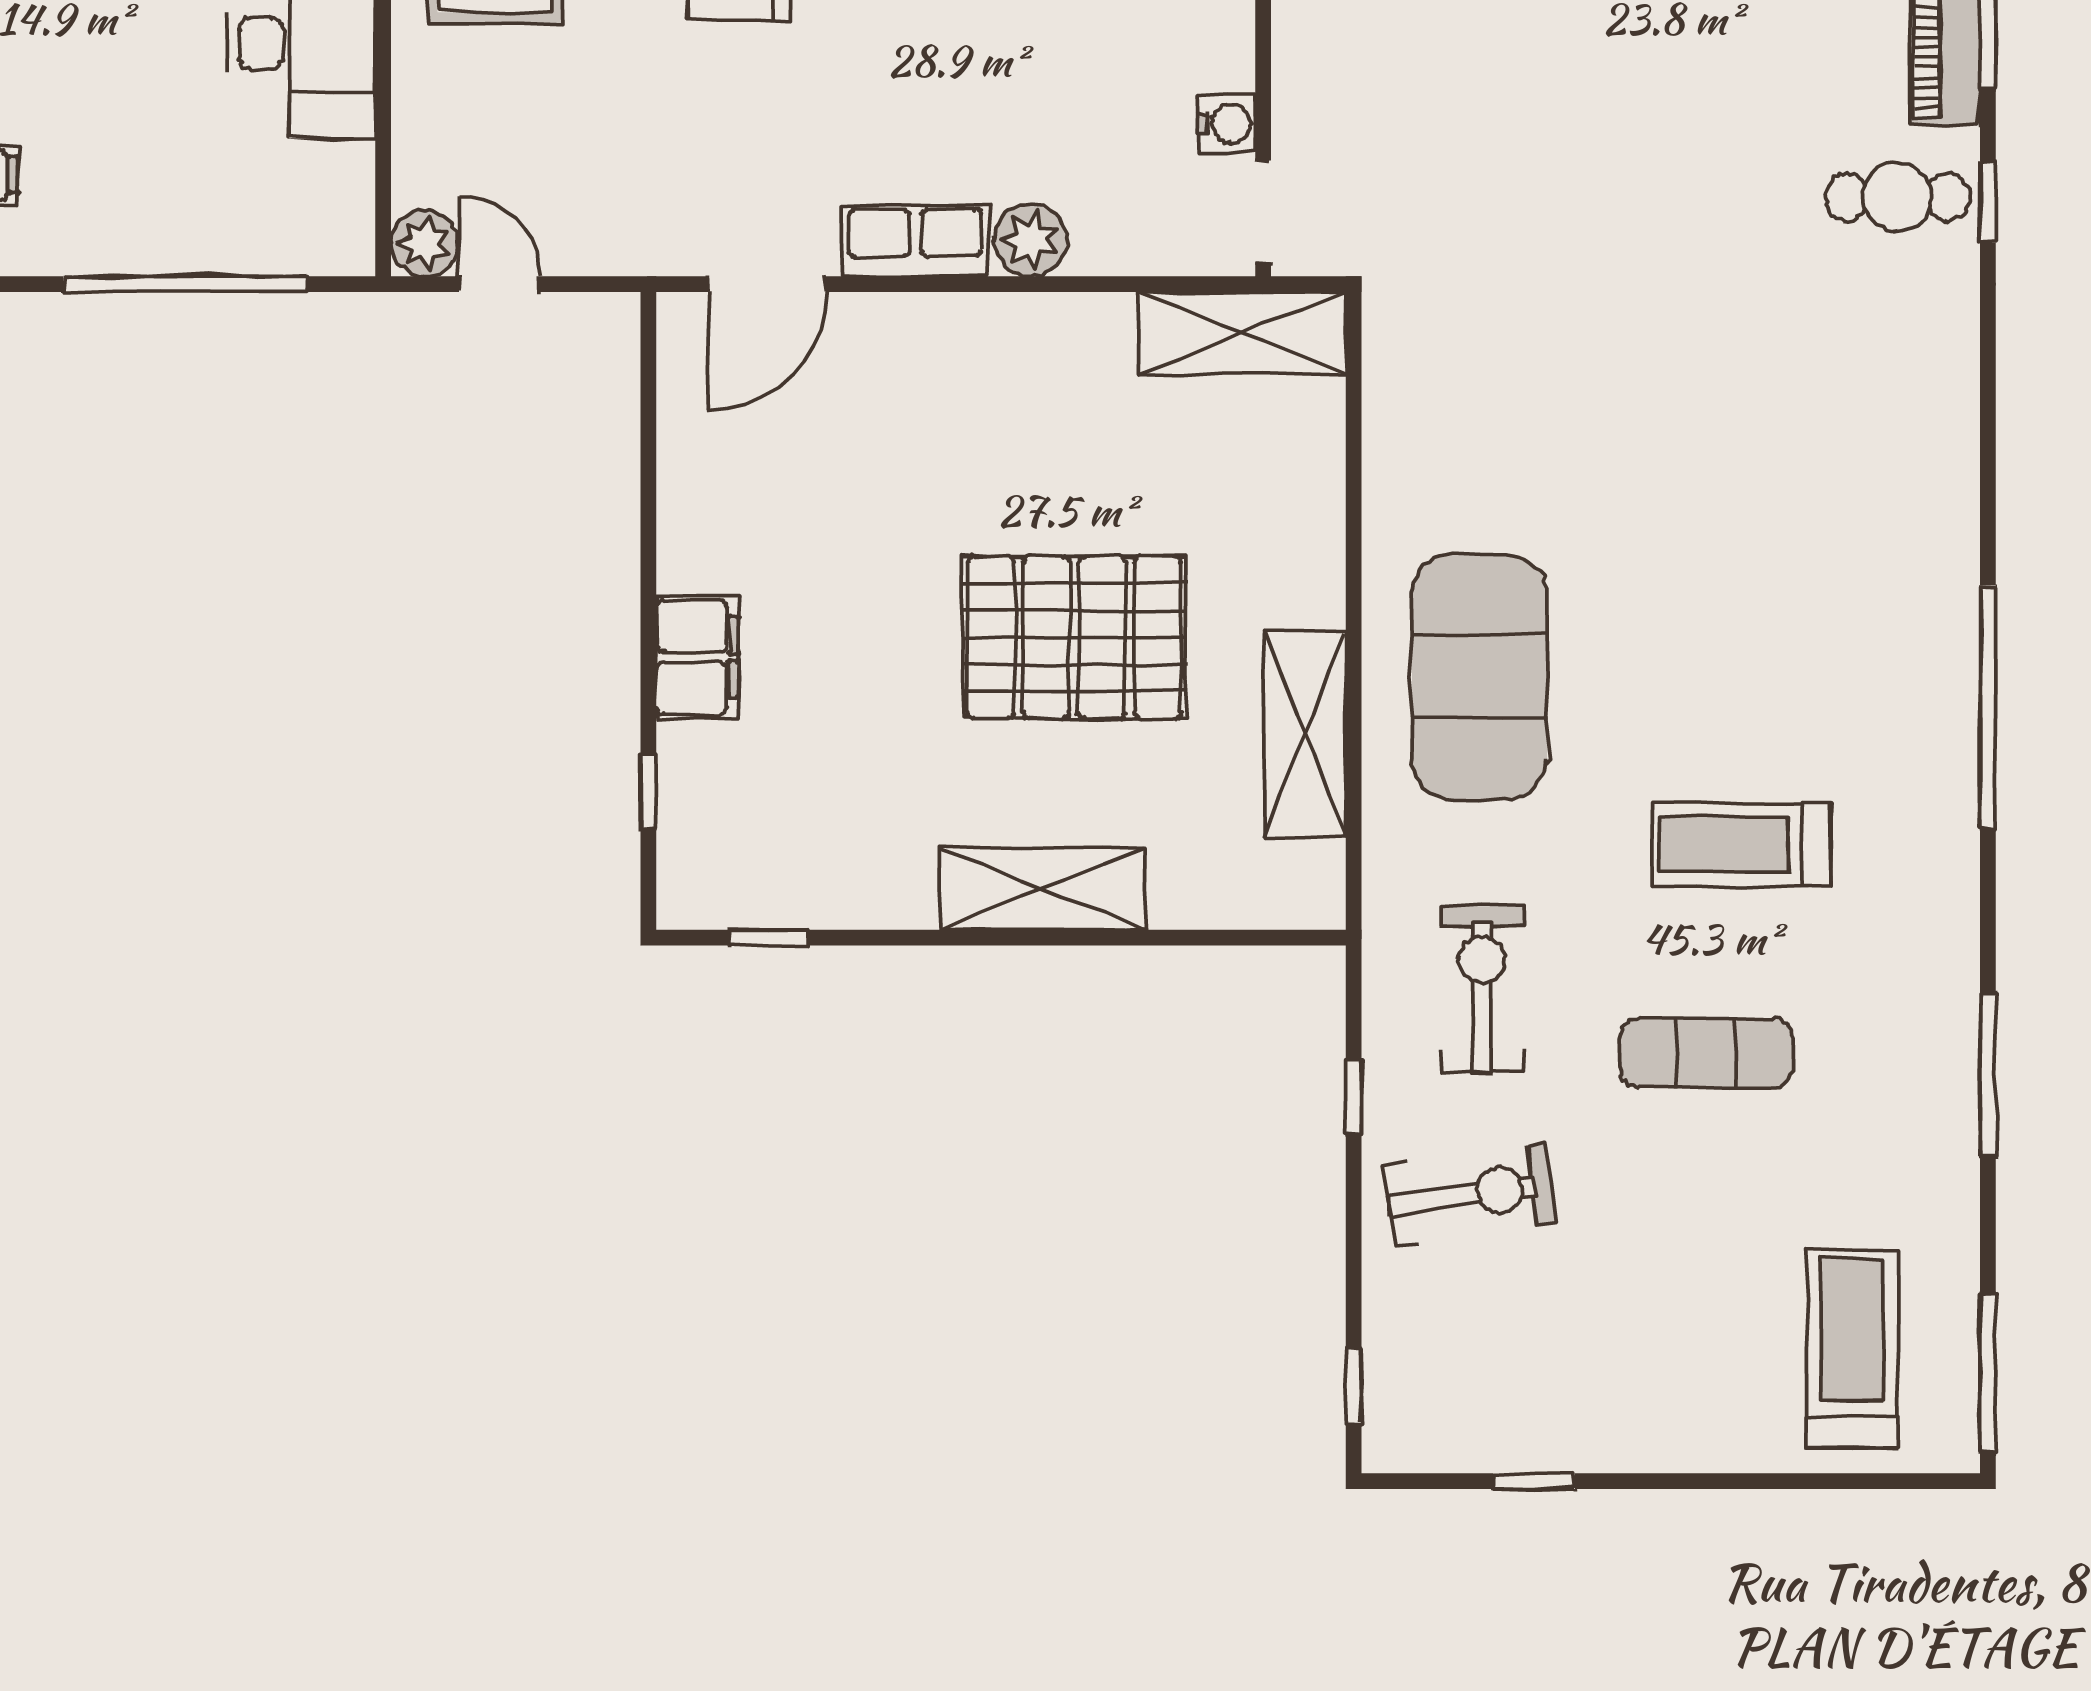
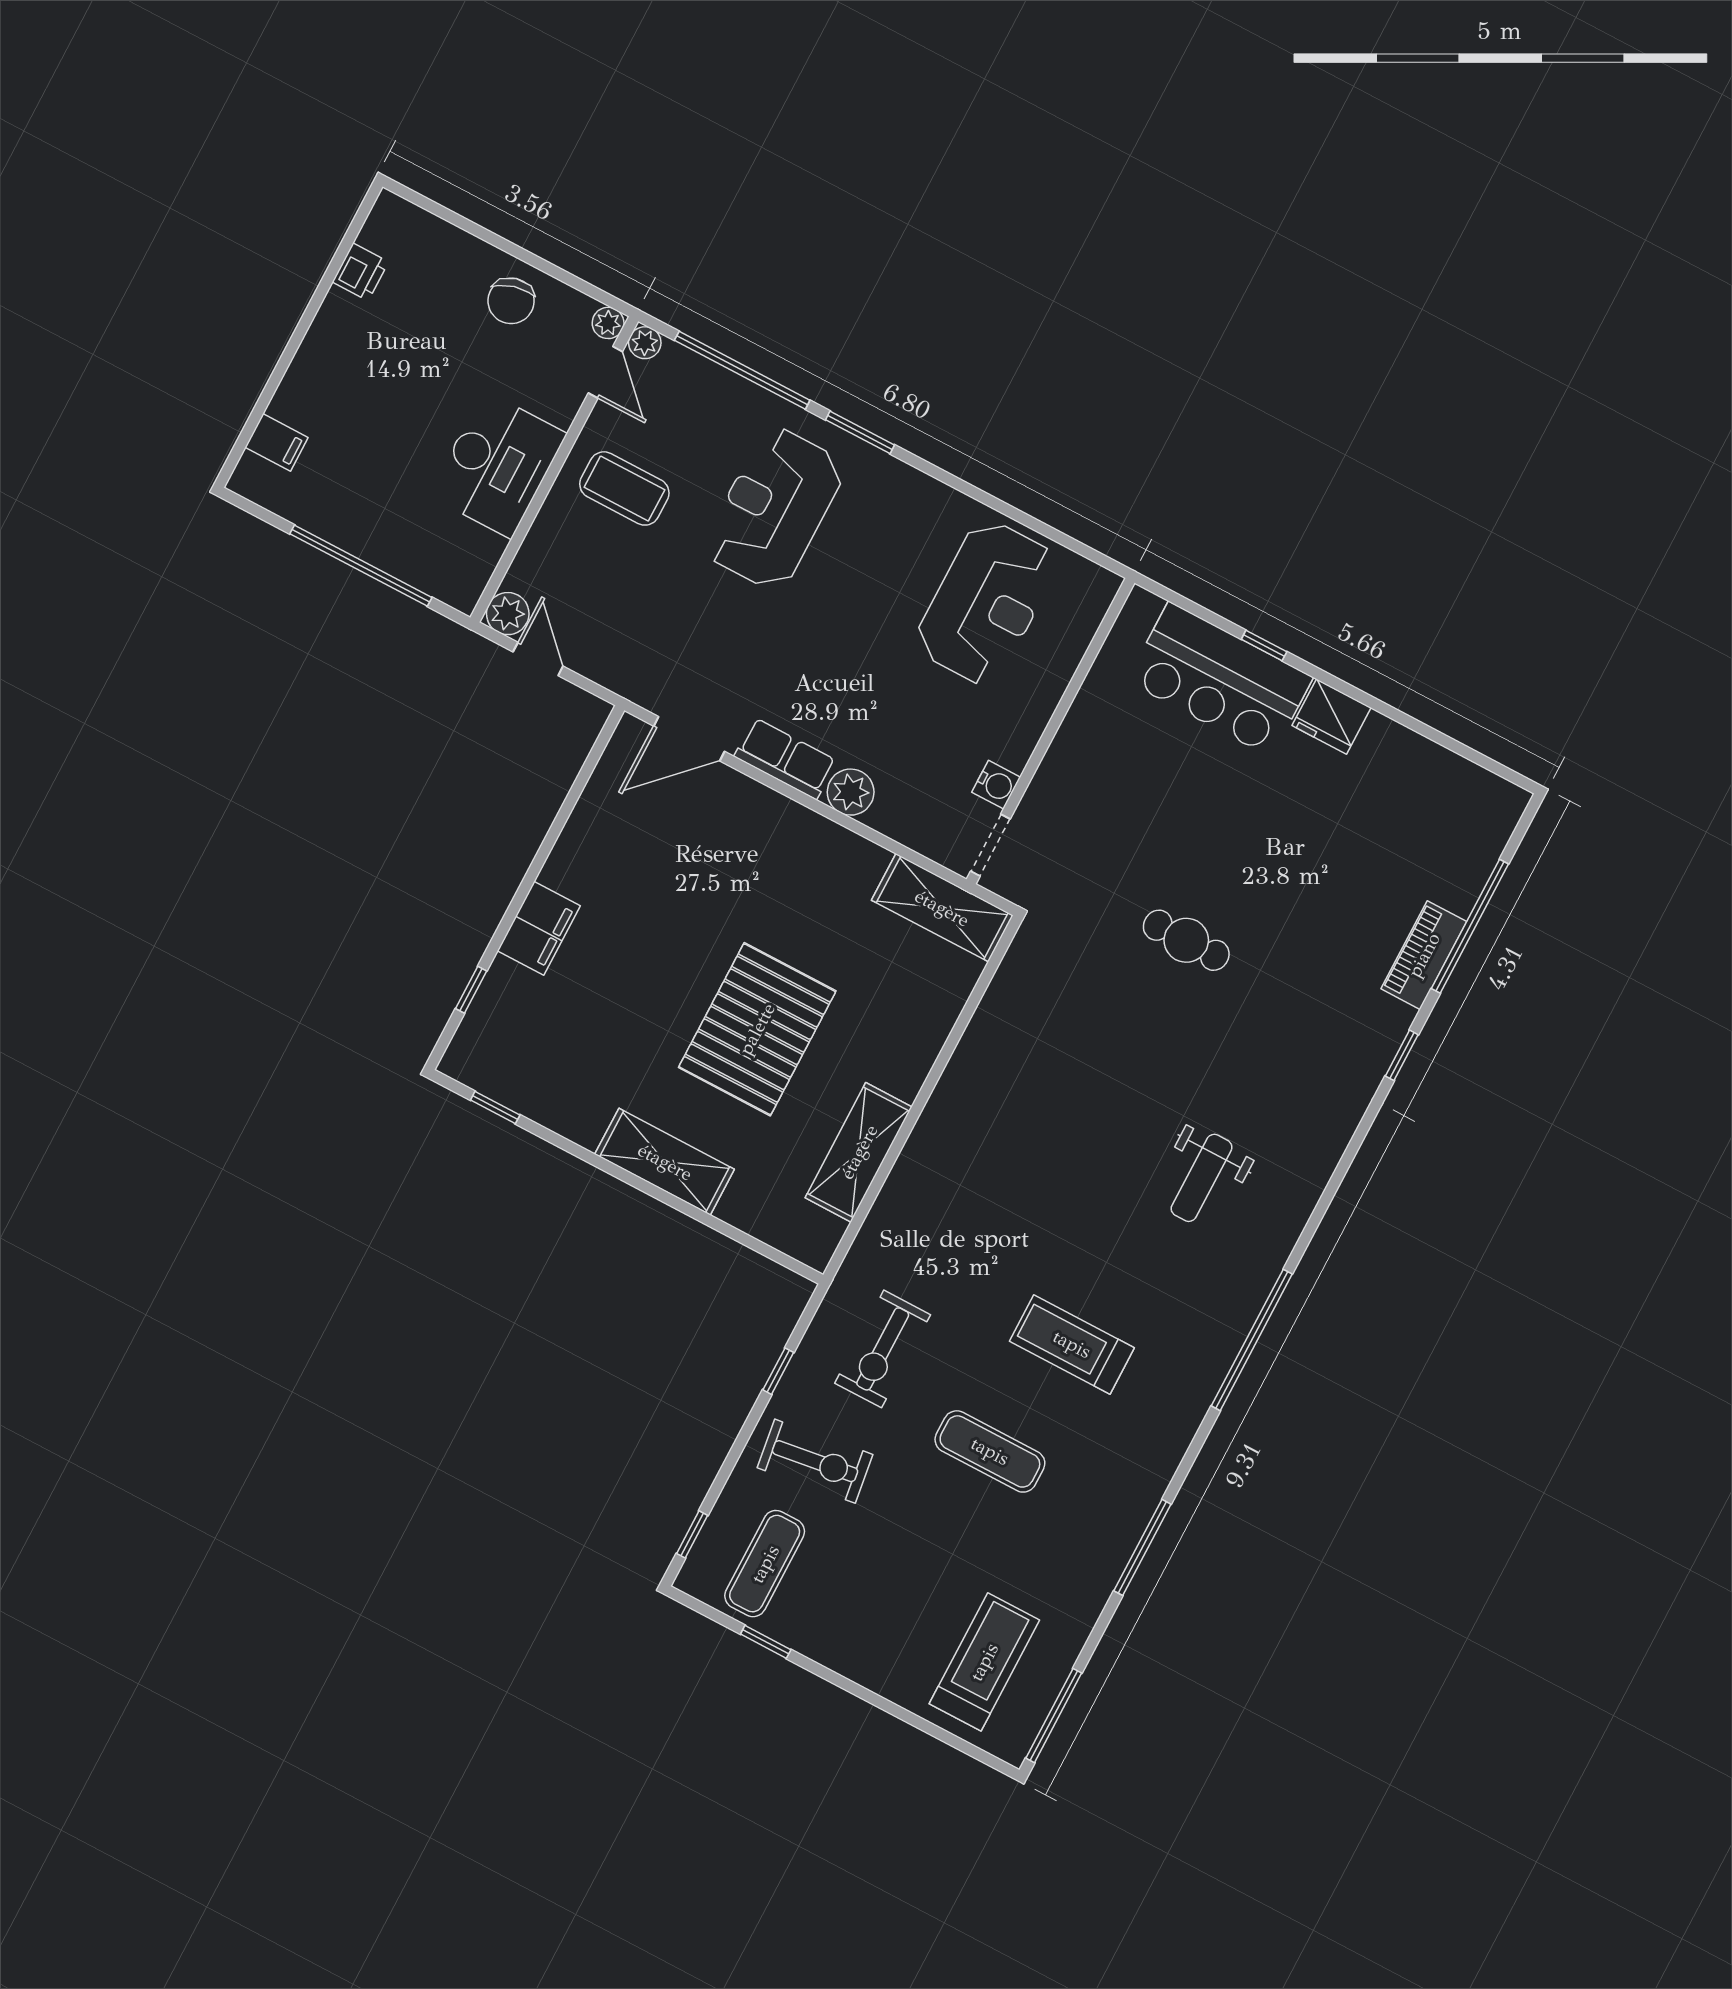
cafe table: (1897, 197) -> (1186, 940), moved
weight bench: (1799, 519) -> (1202, 1178), added
pallet: (1074, 637) -> (757, 1029), turned 90
exercise mat: (1479, 677) -> (765, 1564), moved, width x0.50, depth x0.69
exercise bike: (1482, 989) -> (883, 1349), turned 180

